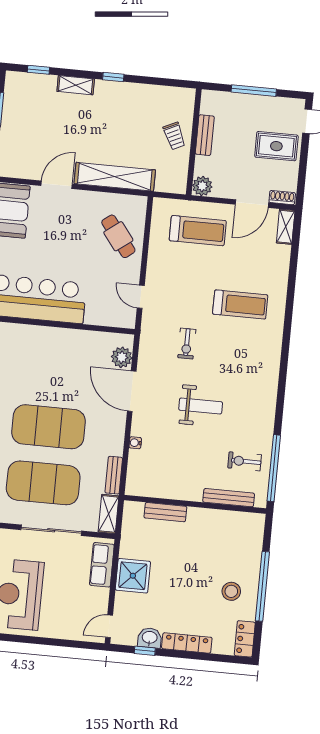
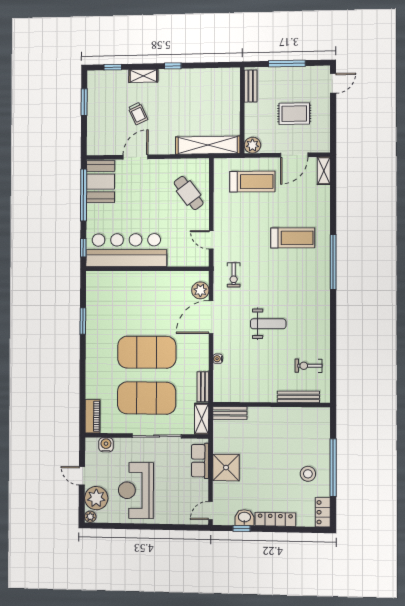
bench: (205, 135) -> (251, 86), moved
trolley: (174, 136) -> (138, 114), moved
rug: (276, 146) -> (294, 114), moved
shelving: (115, 177) -> (208, 145), moved
shoe rack: (282, 198) -> (319, 147), removed
exercise bike: (187, 344) -> (234, 275), moved
door: (132, 391) -> (211, 317), hinge flipped
window: (274, 468) -> (333, 262), moved
bench: (165, 512) -> (230, 413), moved

